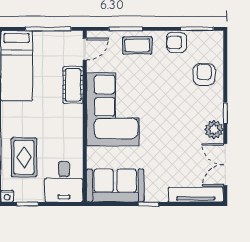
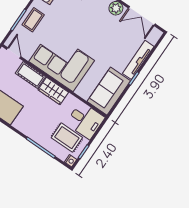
wardrobe: (72, 123) -> (53, 91), added
rug: (24, 157) -> (67, 138), moved
tv unit: (196, 195) -> (138, 60), moved

